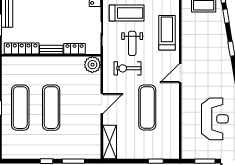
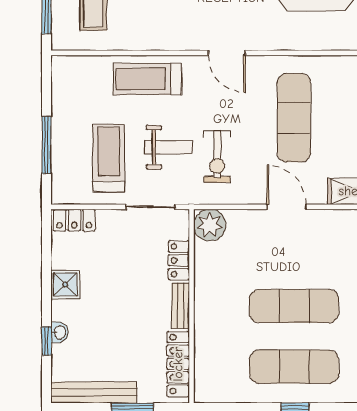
exercise mat: (147, 108) -> (294, 118), turned 90

